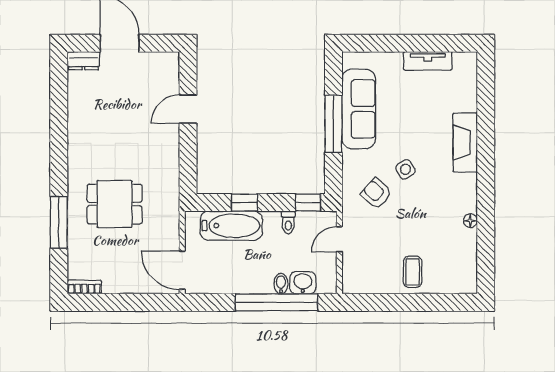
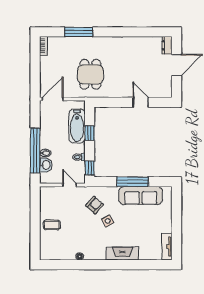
tv unit: (428, 61) -> (167, 247), moved
dining table: (115, 204) -> (90, 74), moved

